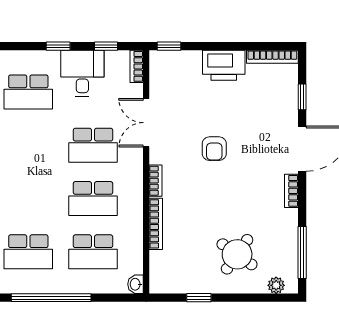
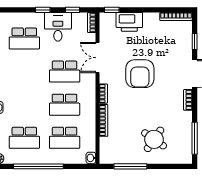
printer: (224, 65) -> (129, 22), moved
armchair: (214, 149) -> (140, 74), width x1.88, depth x1.88
plant: (276, 285) -> (178, 159), removed
window: (199, 298) -> (130, 166), width x2.17

